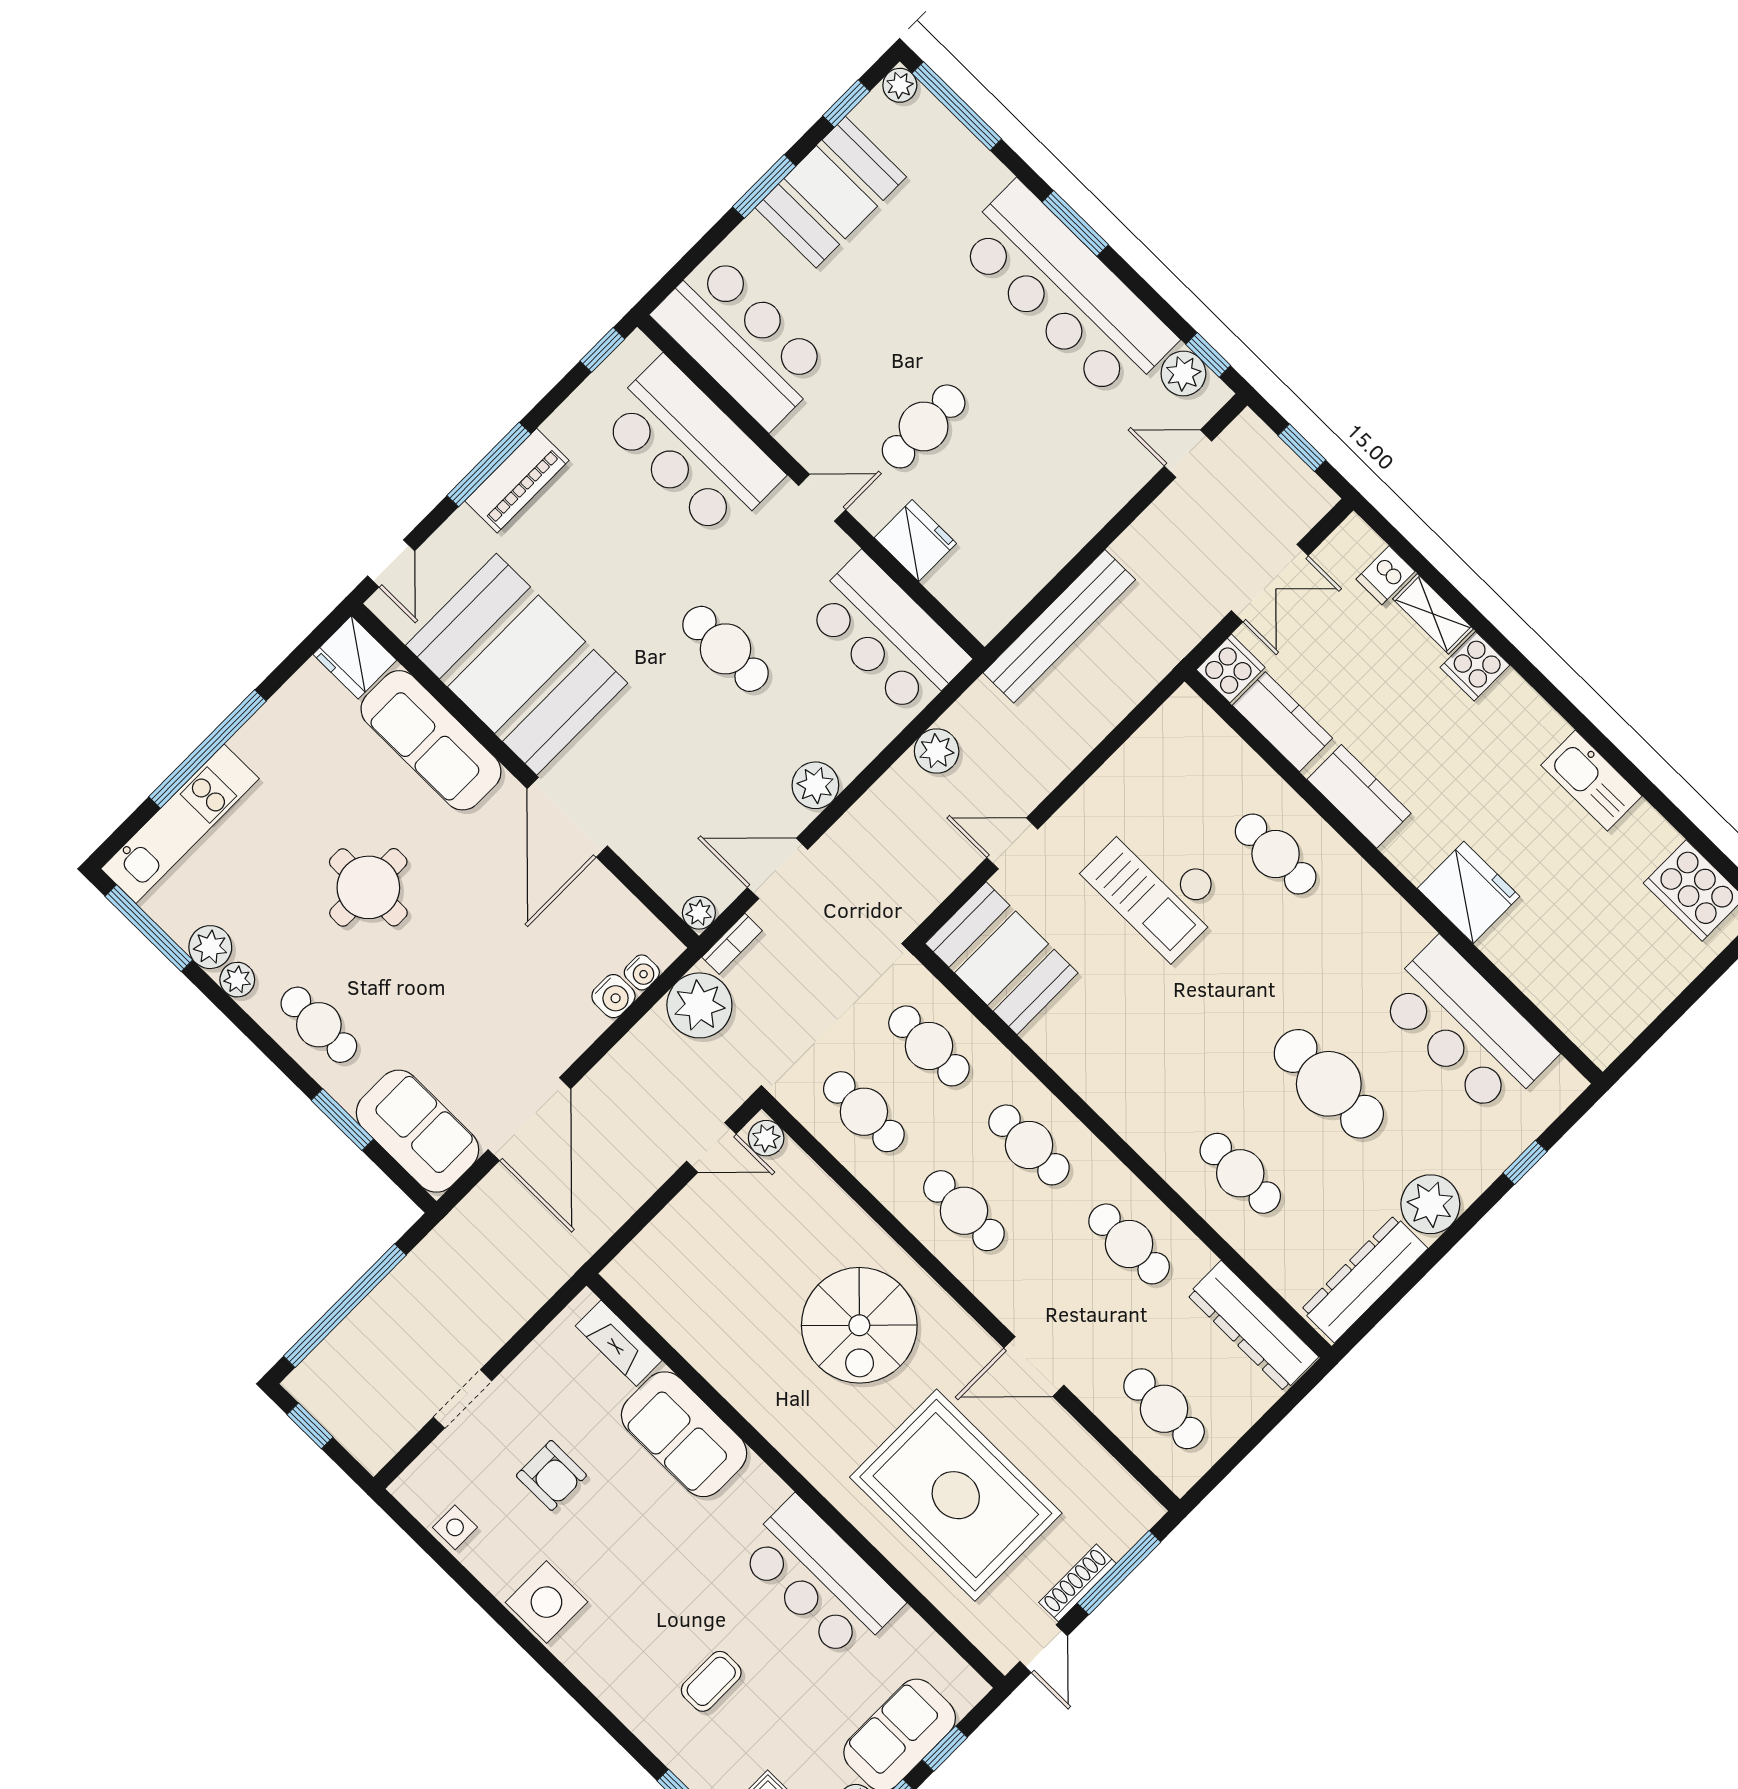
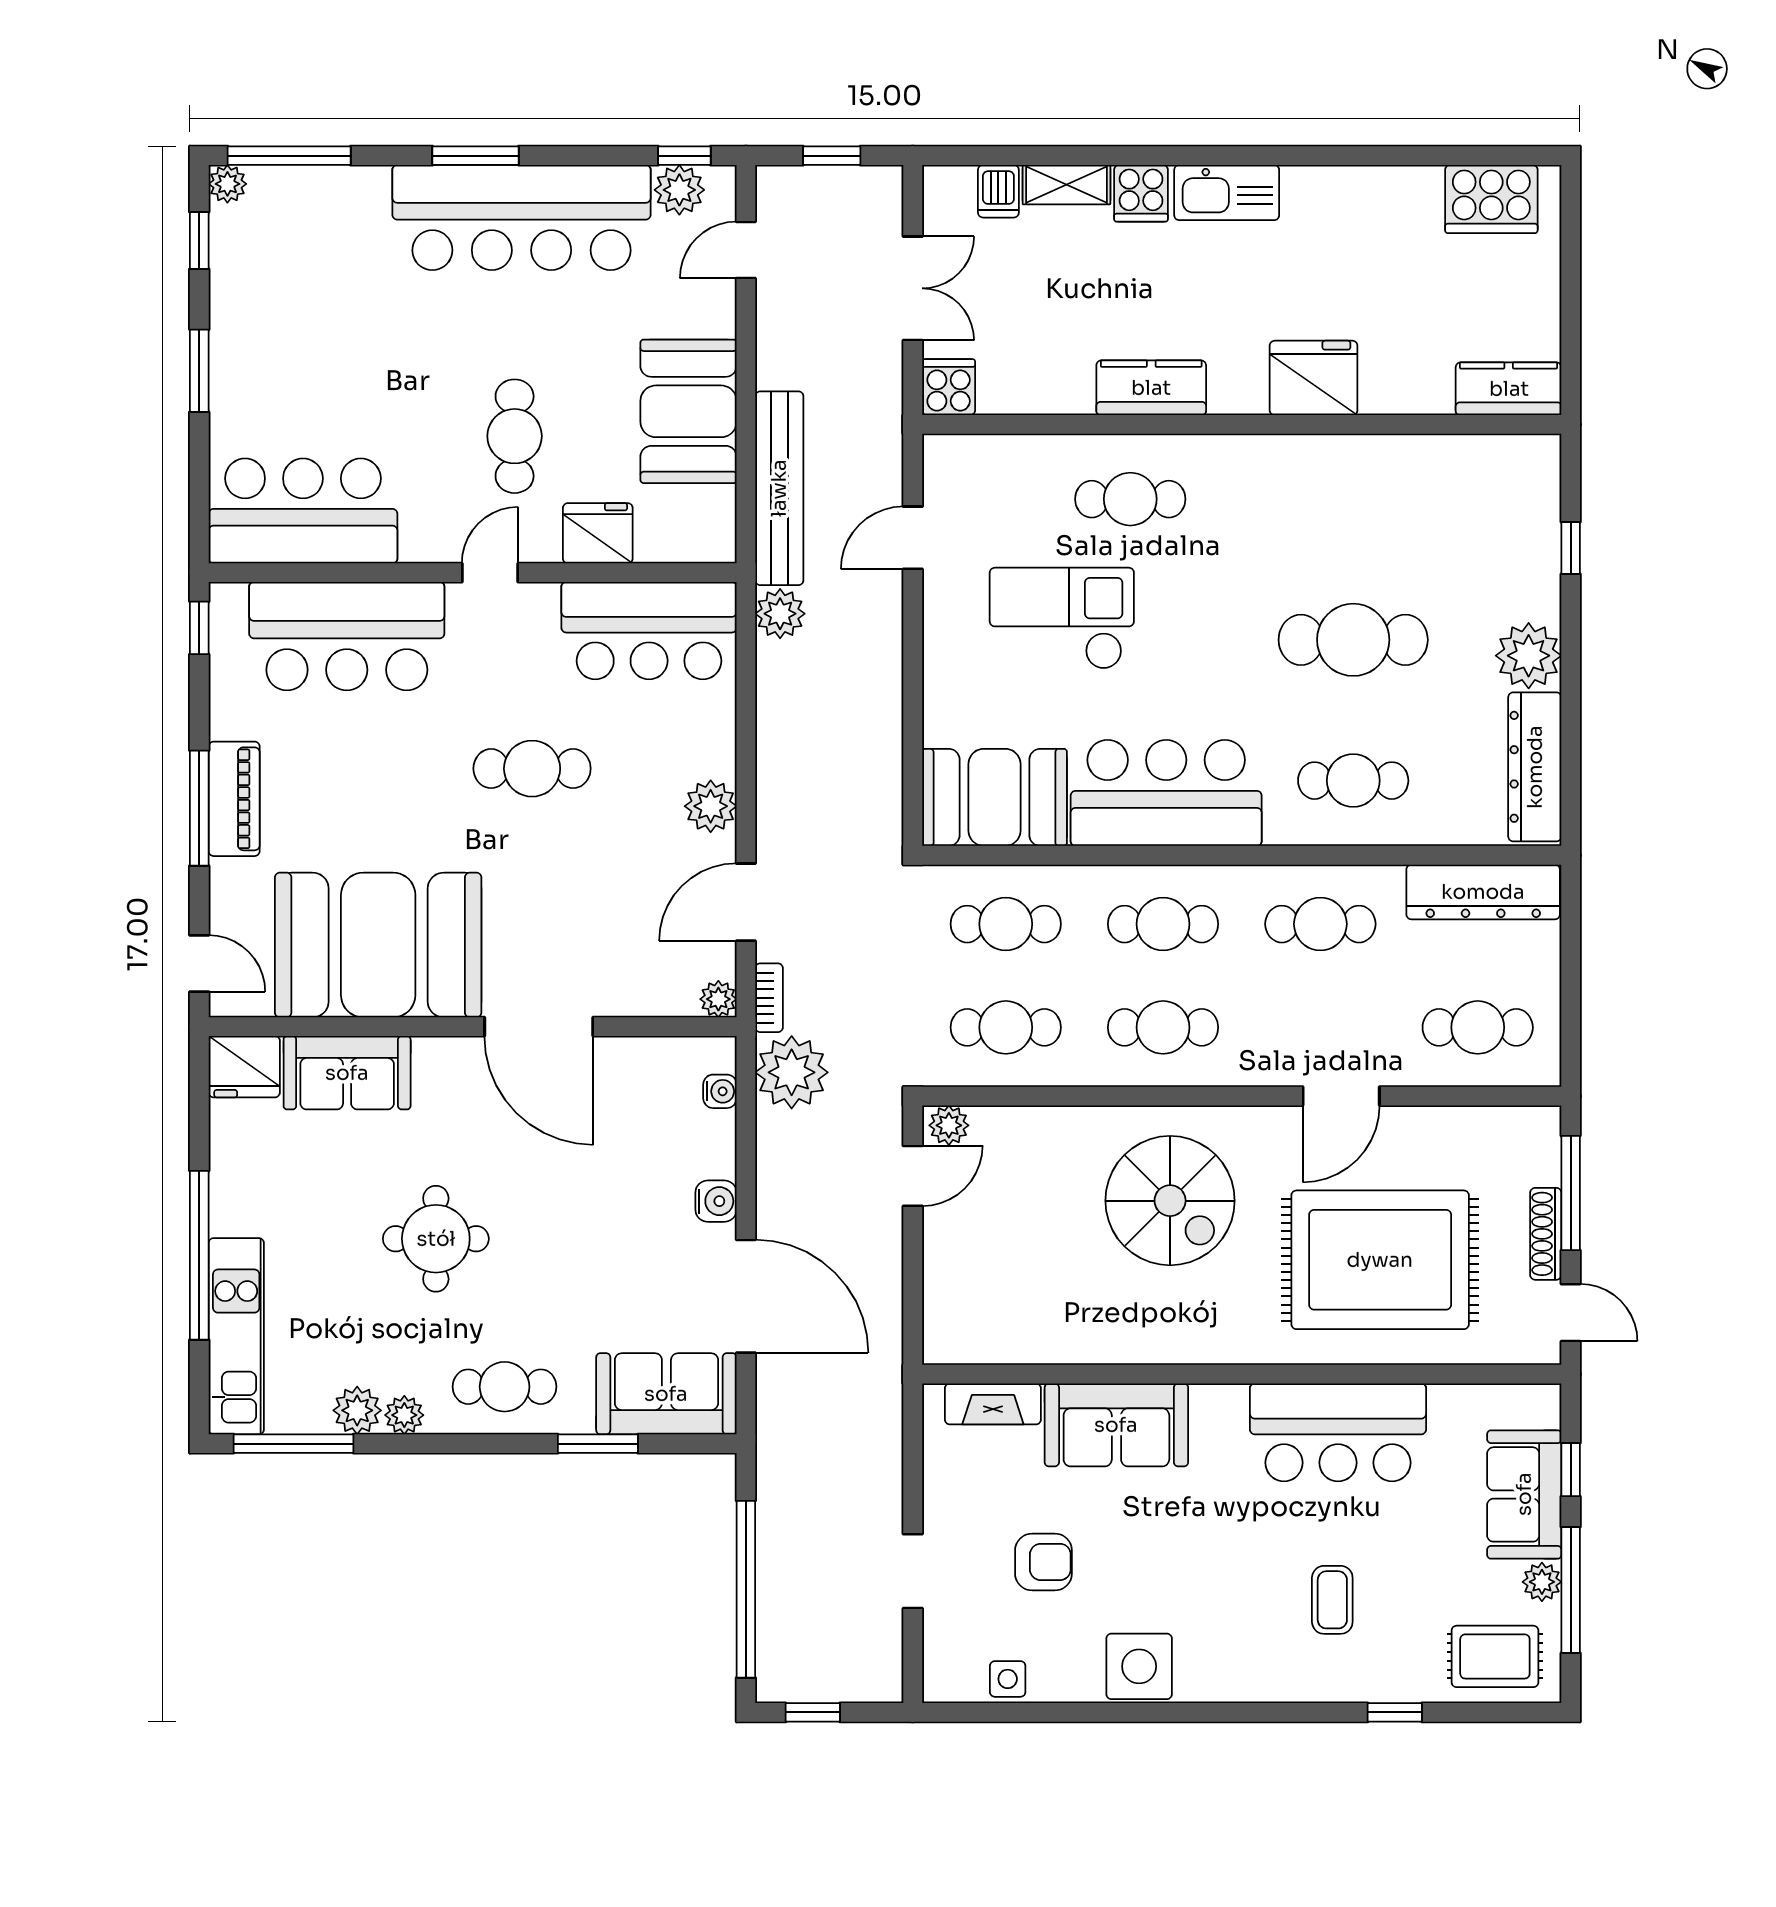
booth: (831, 192) -> (689, 411), moved
kitchen counter: (1282, 722) -> (1509, 389), moved
sofa: (431, 740) -> (347, 1073), width x0.73
plant: (937, 751) -> (780, 614), moved
kitchen sink: (1591, 781) -> (1227, 193), moved
door: (1012, 843) -> (913, 538), moved
checkout: (1157, 887) -> (1062, 618), turned 180
water cooler: (613, 996) -> (716, 1201), moved
bar counter: (1467, 1027) -> (1166, 793), moved, turned 180

